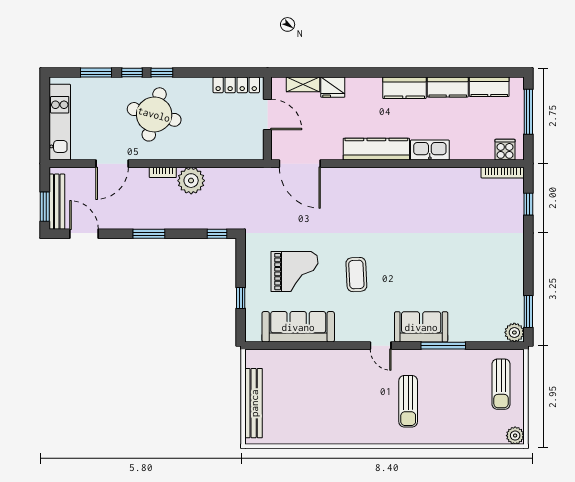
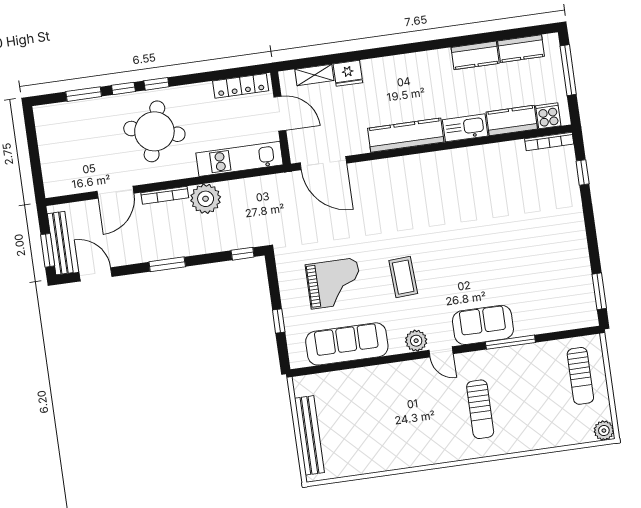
kitchen counter: (404, 88) -> (512, 120), moved, turned 180
kitchen unit: (60, 122) -> (239, 159), moved, turned -90
bookcase: (163, 172) -> (165, 195), width x1.56
plant: (514, 332) -> (416, 341), moved

